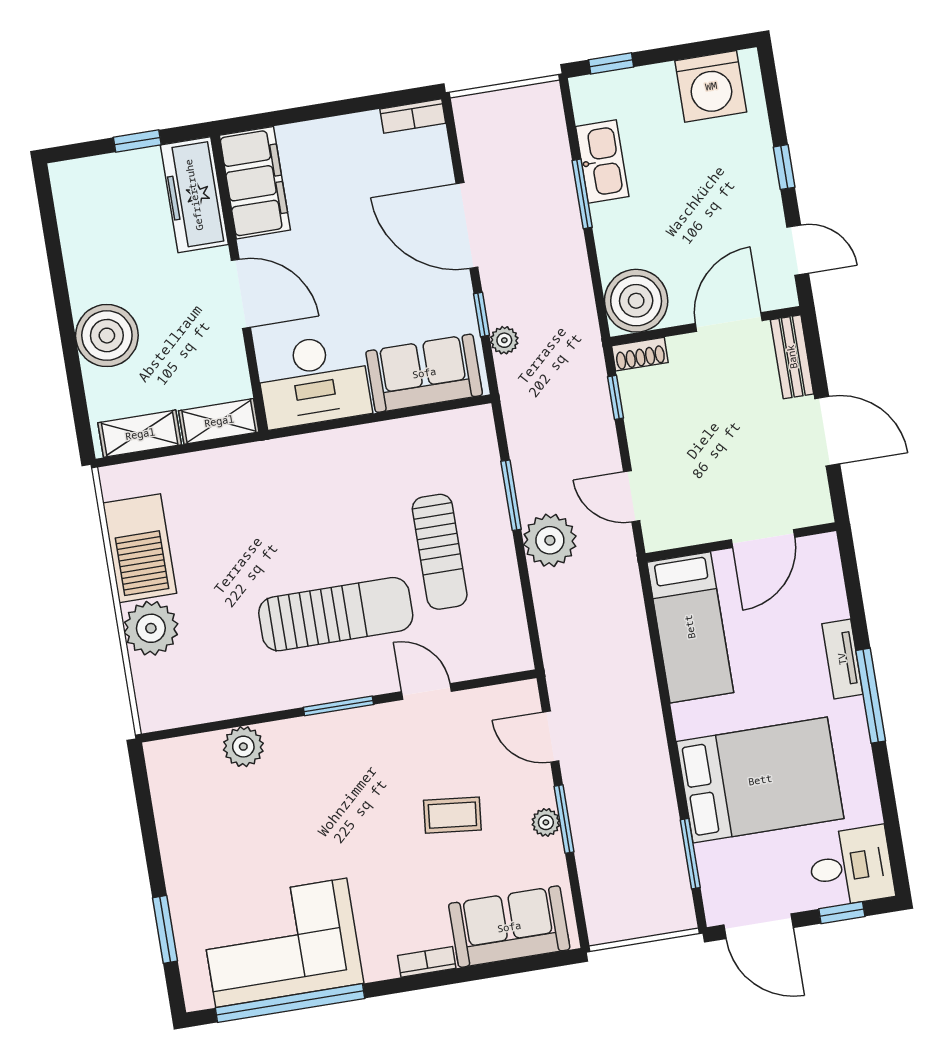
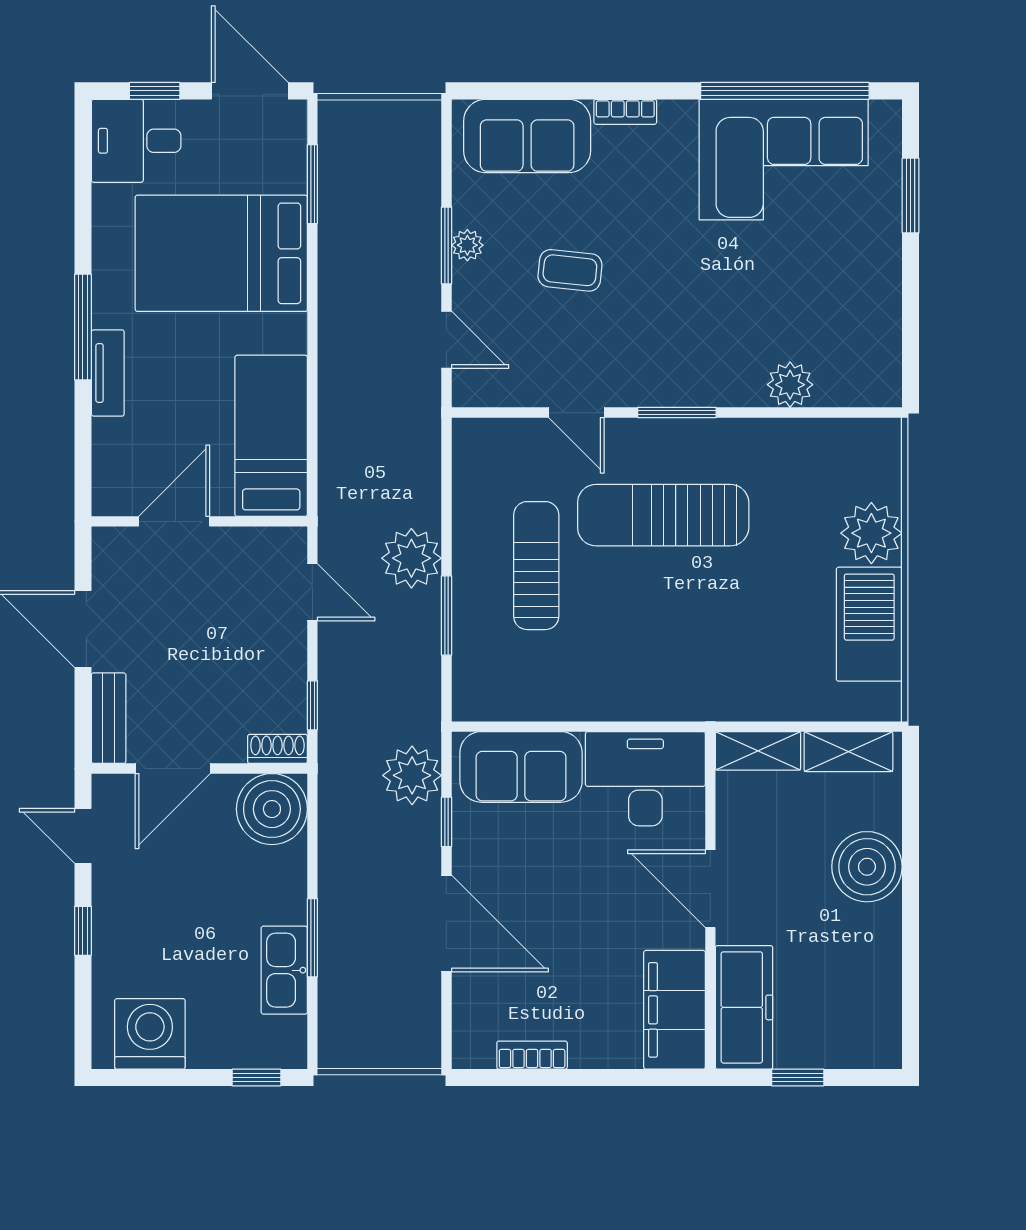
bookcase: (413, 116) -> (532, 1055), moved
plant: (504, 340) -> (412, 775), width x1.88, depth x1.88

